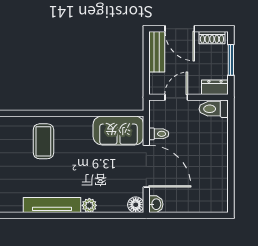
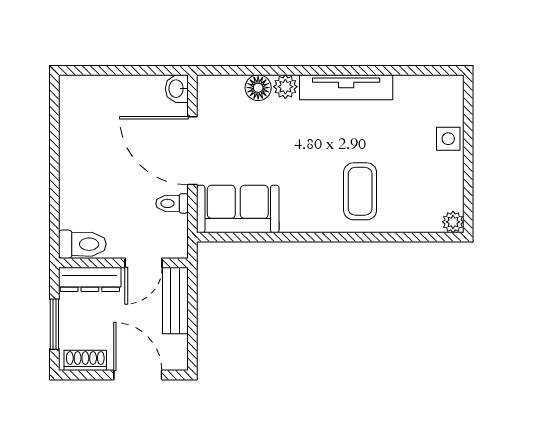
bench: (157, 52) -> (175, 300), moved
dresser: (215, 87) -> (90, 279), width x1.44
floor lamp: (136, 205) -> (258, 88), moved

